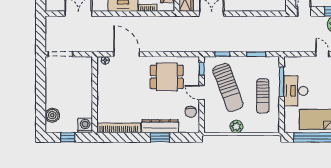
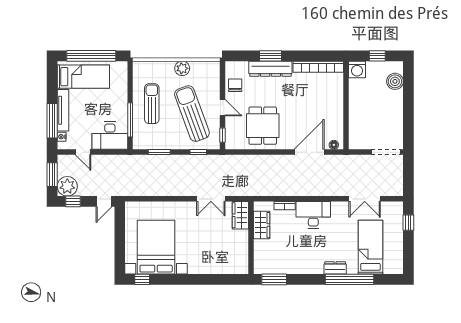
door: (127, 54) -> (309, 152), swing flipped
dining table: (167, 77) -> (263, 126), turned 90
desk: (296, 91) -> (110, 136), moved, turned 90

